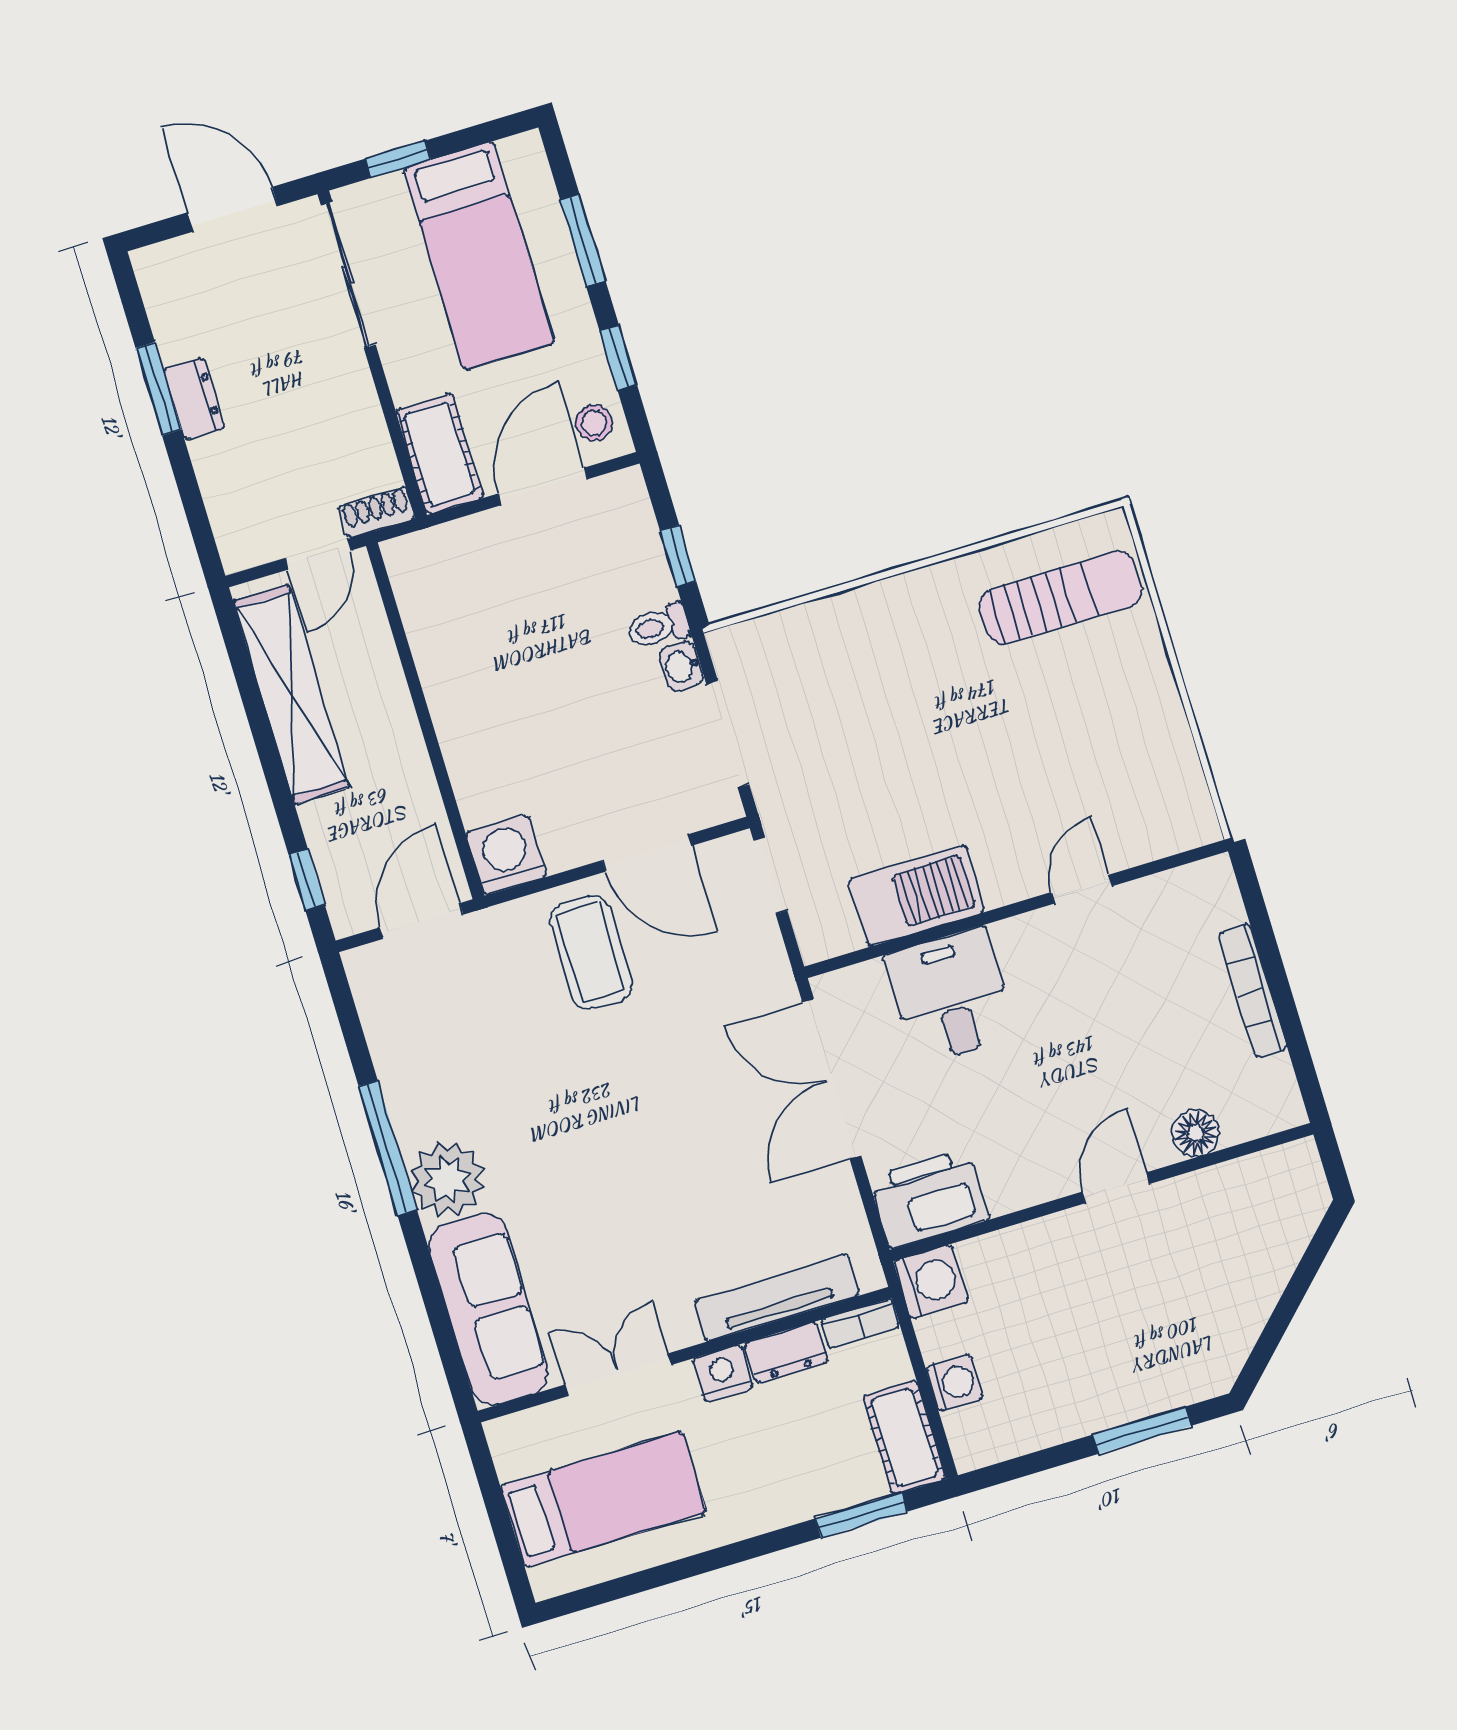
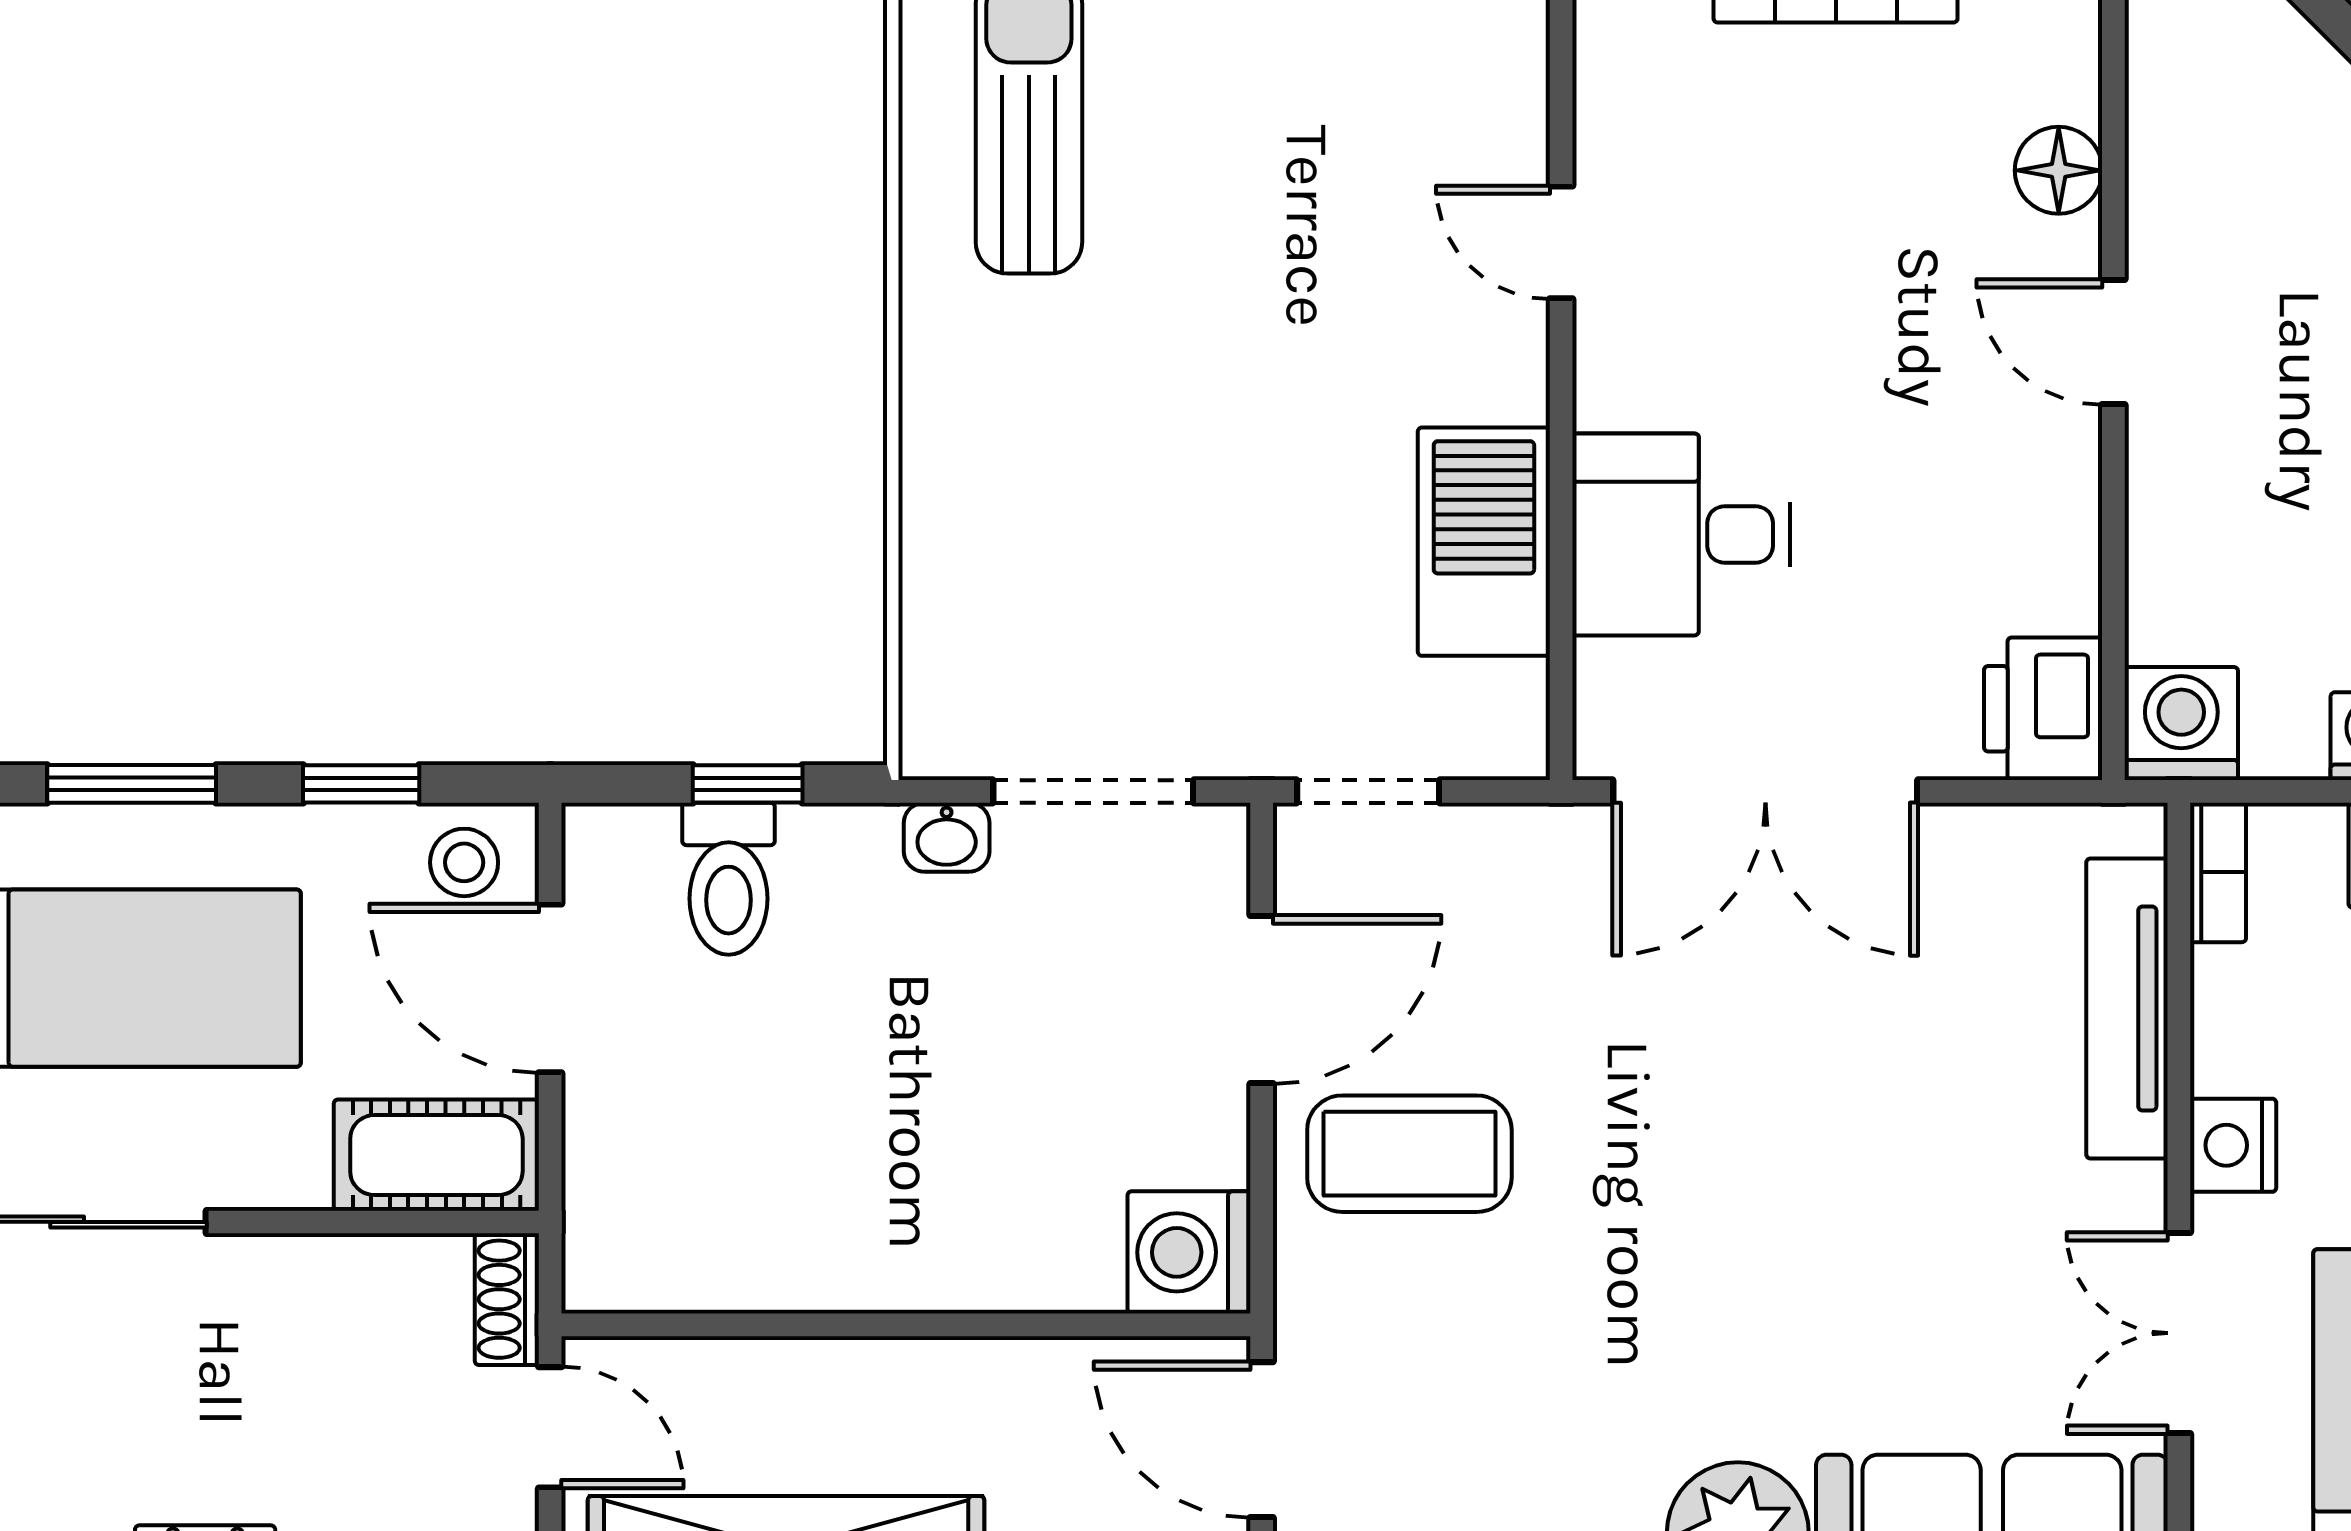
toilet: (658, 626) -> (729, 879), moved, width x1.37, depth x1.39
printer: (929, 1198) -> (2043, 709), width x0.73, depth x0.84
dresser: (786, 1352) -> (2230, 1020), removed

